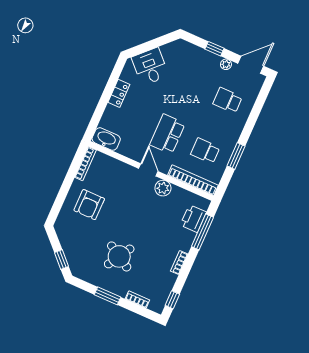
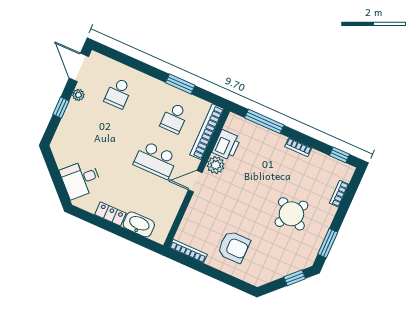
washbasin: (106, 139) -> (139, 224), moved, turned 90
printer: (193, 219) -> (226, 145), moved, turned -90
window: (108, 296) -> (328, 243), moved

